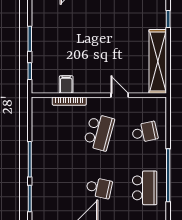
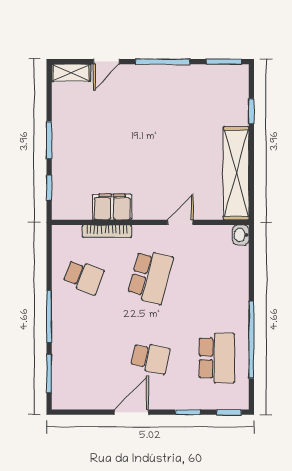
filing cabinet: (66, 84) -> (112, 207), width x2.00
door: (120, 95) -> (180, 222), hinge flipped
washbasin: (161, 104) -> (241, 235), added
school desk: (145, 132) -> (83, 277), moved, turned 33

